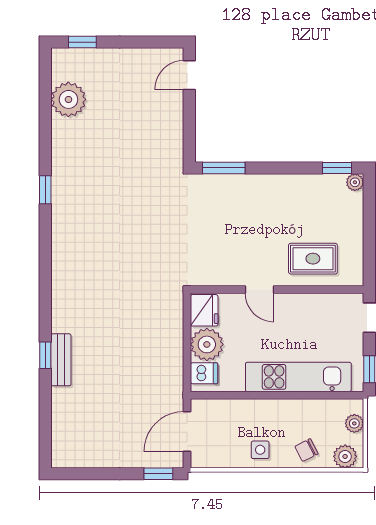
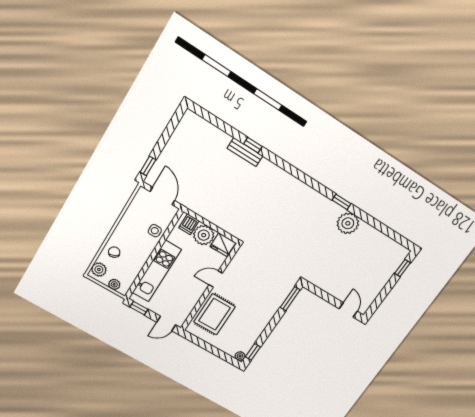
plant: (68, 99) -> (348, 223), moved
rug: (313, 259) -> (215, 314), width x1.36, depth x1.43
side table: (260, 450) -> (155, 231), moved

